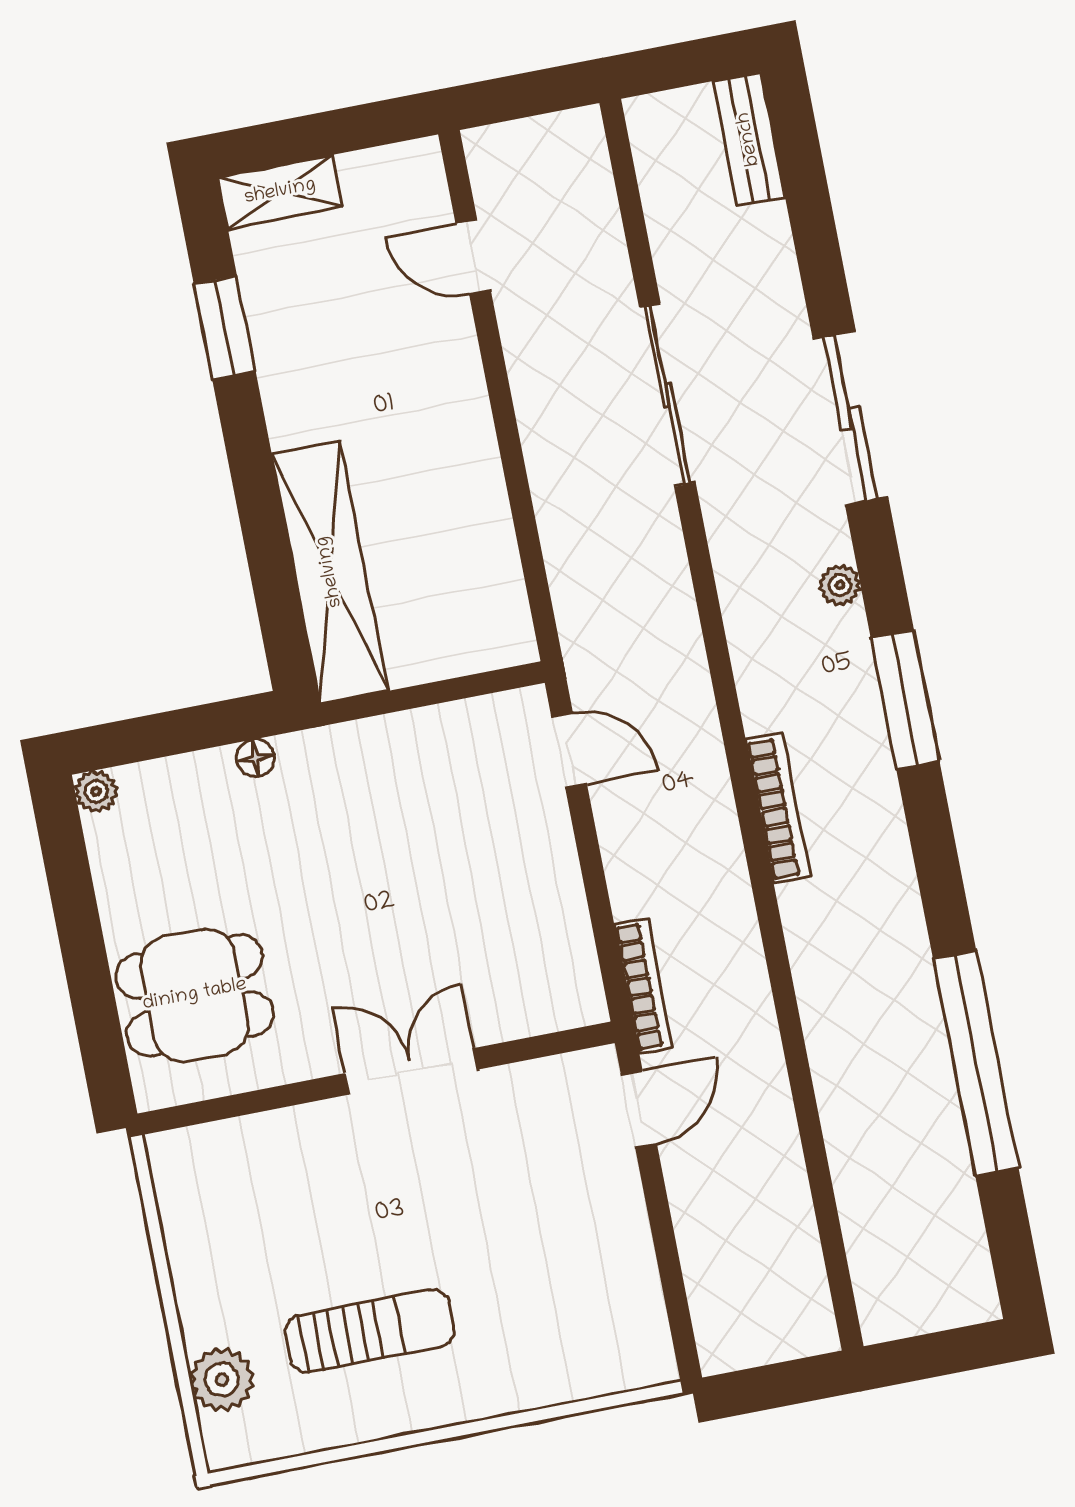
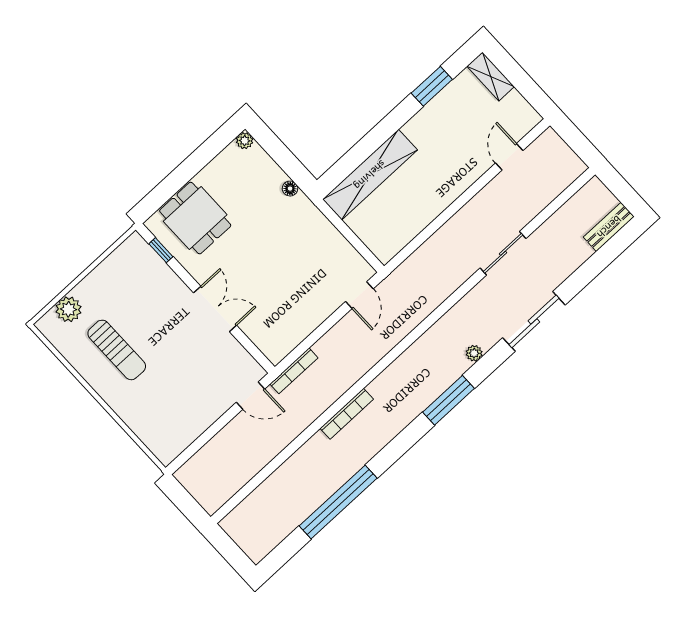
sliding door: (667, 395) -> (503, 253), width x0.73
bookcase: (778, 808) -> (347, 414), moved
window: (218, 1109) -> (161, 250), added

